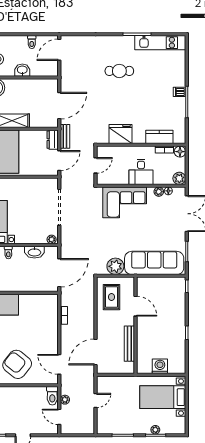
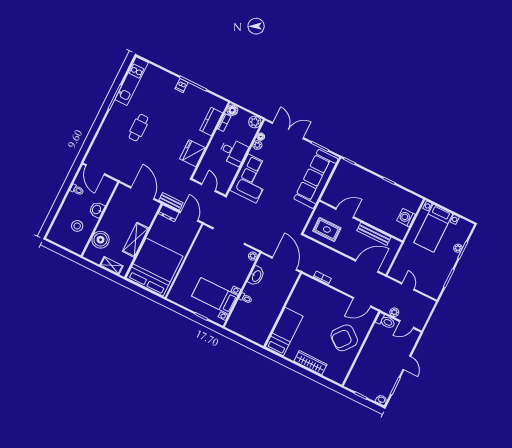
plant: (115, 266) -> (302, 213), removed
door: (96, 352) -> (367, 266), swing flipped

